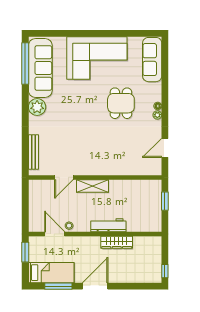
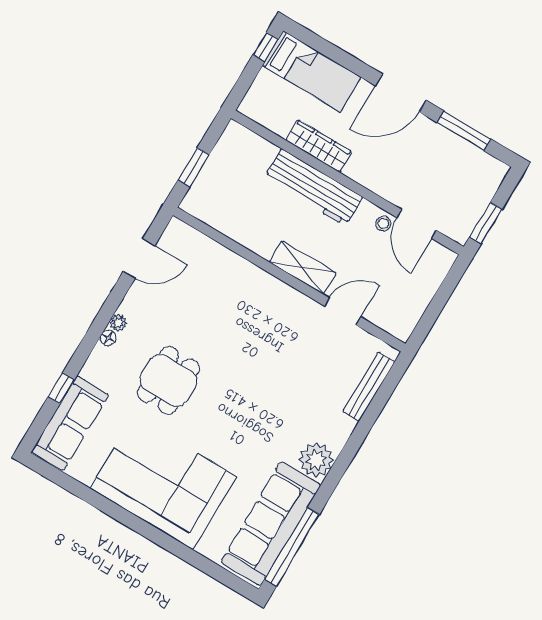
window: (165, 72) -> (61, 388), added
workbench: (108, 225) -> (313, 188), width x1.36, depth x1.32
bed: (51, 273) -> (312, 71), moved, turned 180

